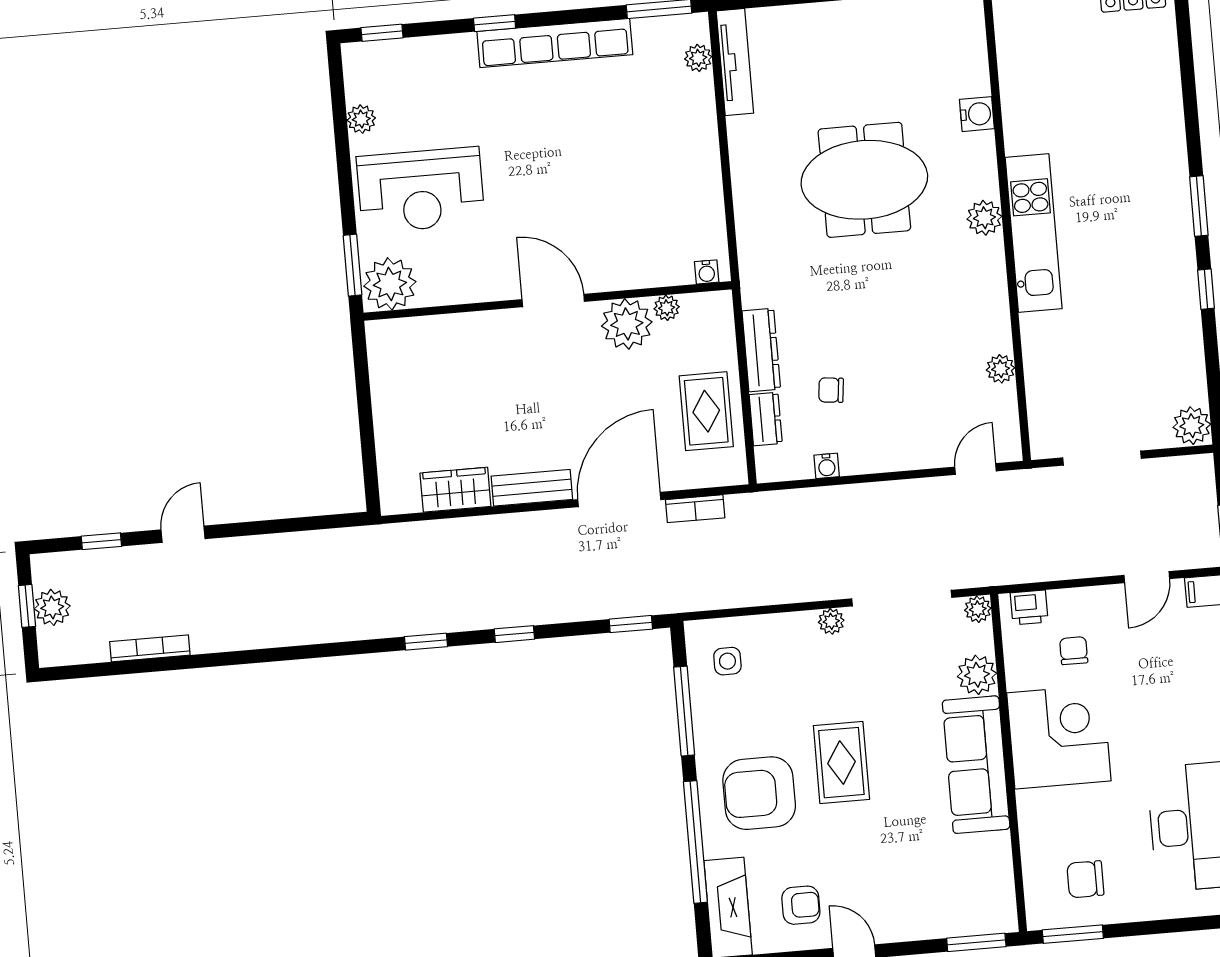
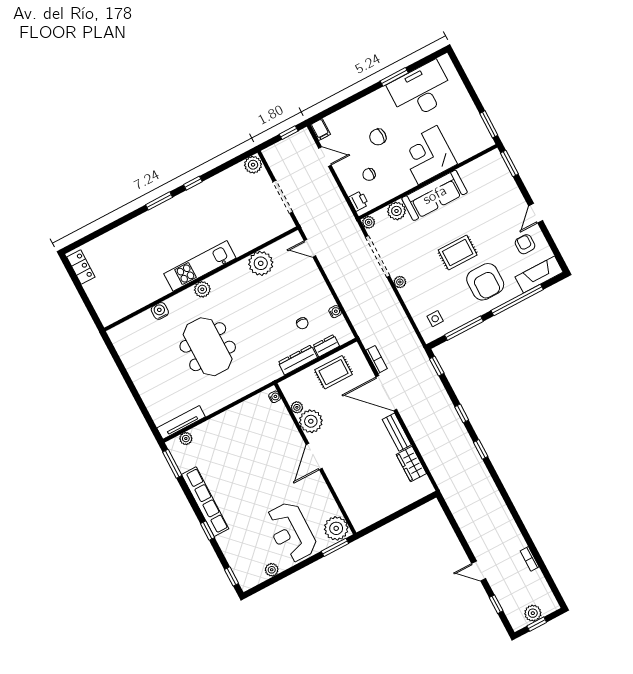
reception desk: (421, 190) -> (291, 532), turned 180
plant: (1001, 369) -> (261, 263), width x1.88, depth x1.88
bookcase: (150, 648) -> (530, 559), width x0.64
corner desk: (1059, 737) -> (428, 155), moved
chair: (1085, 879) -> (378, 137), moved, turned 90

